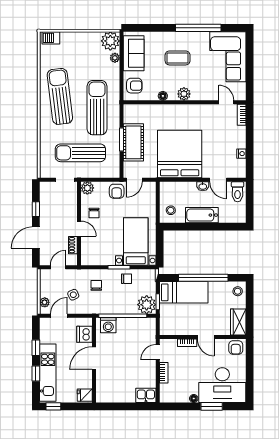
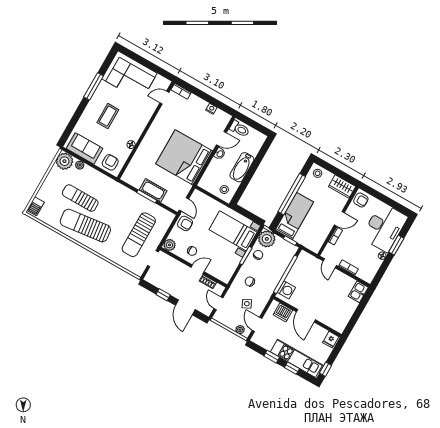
window: (198, 28) -> (94, 86), width x0.68
plant: (184, 94) -> (139, 127), removed
sun lounger: (97, 108) -> (80, 198), moved, width x0.73, depth x0.75
cot: (133, 142) -> (153, 190), width x0.73, depth x0.75
plant: (147, 305) -> (267, 239), moved

